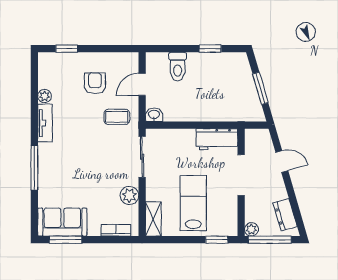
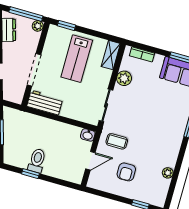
toilet: (178, 67) -> (37, 161), moved
tv unit: (45, 123) -> (173, 152), removed

